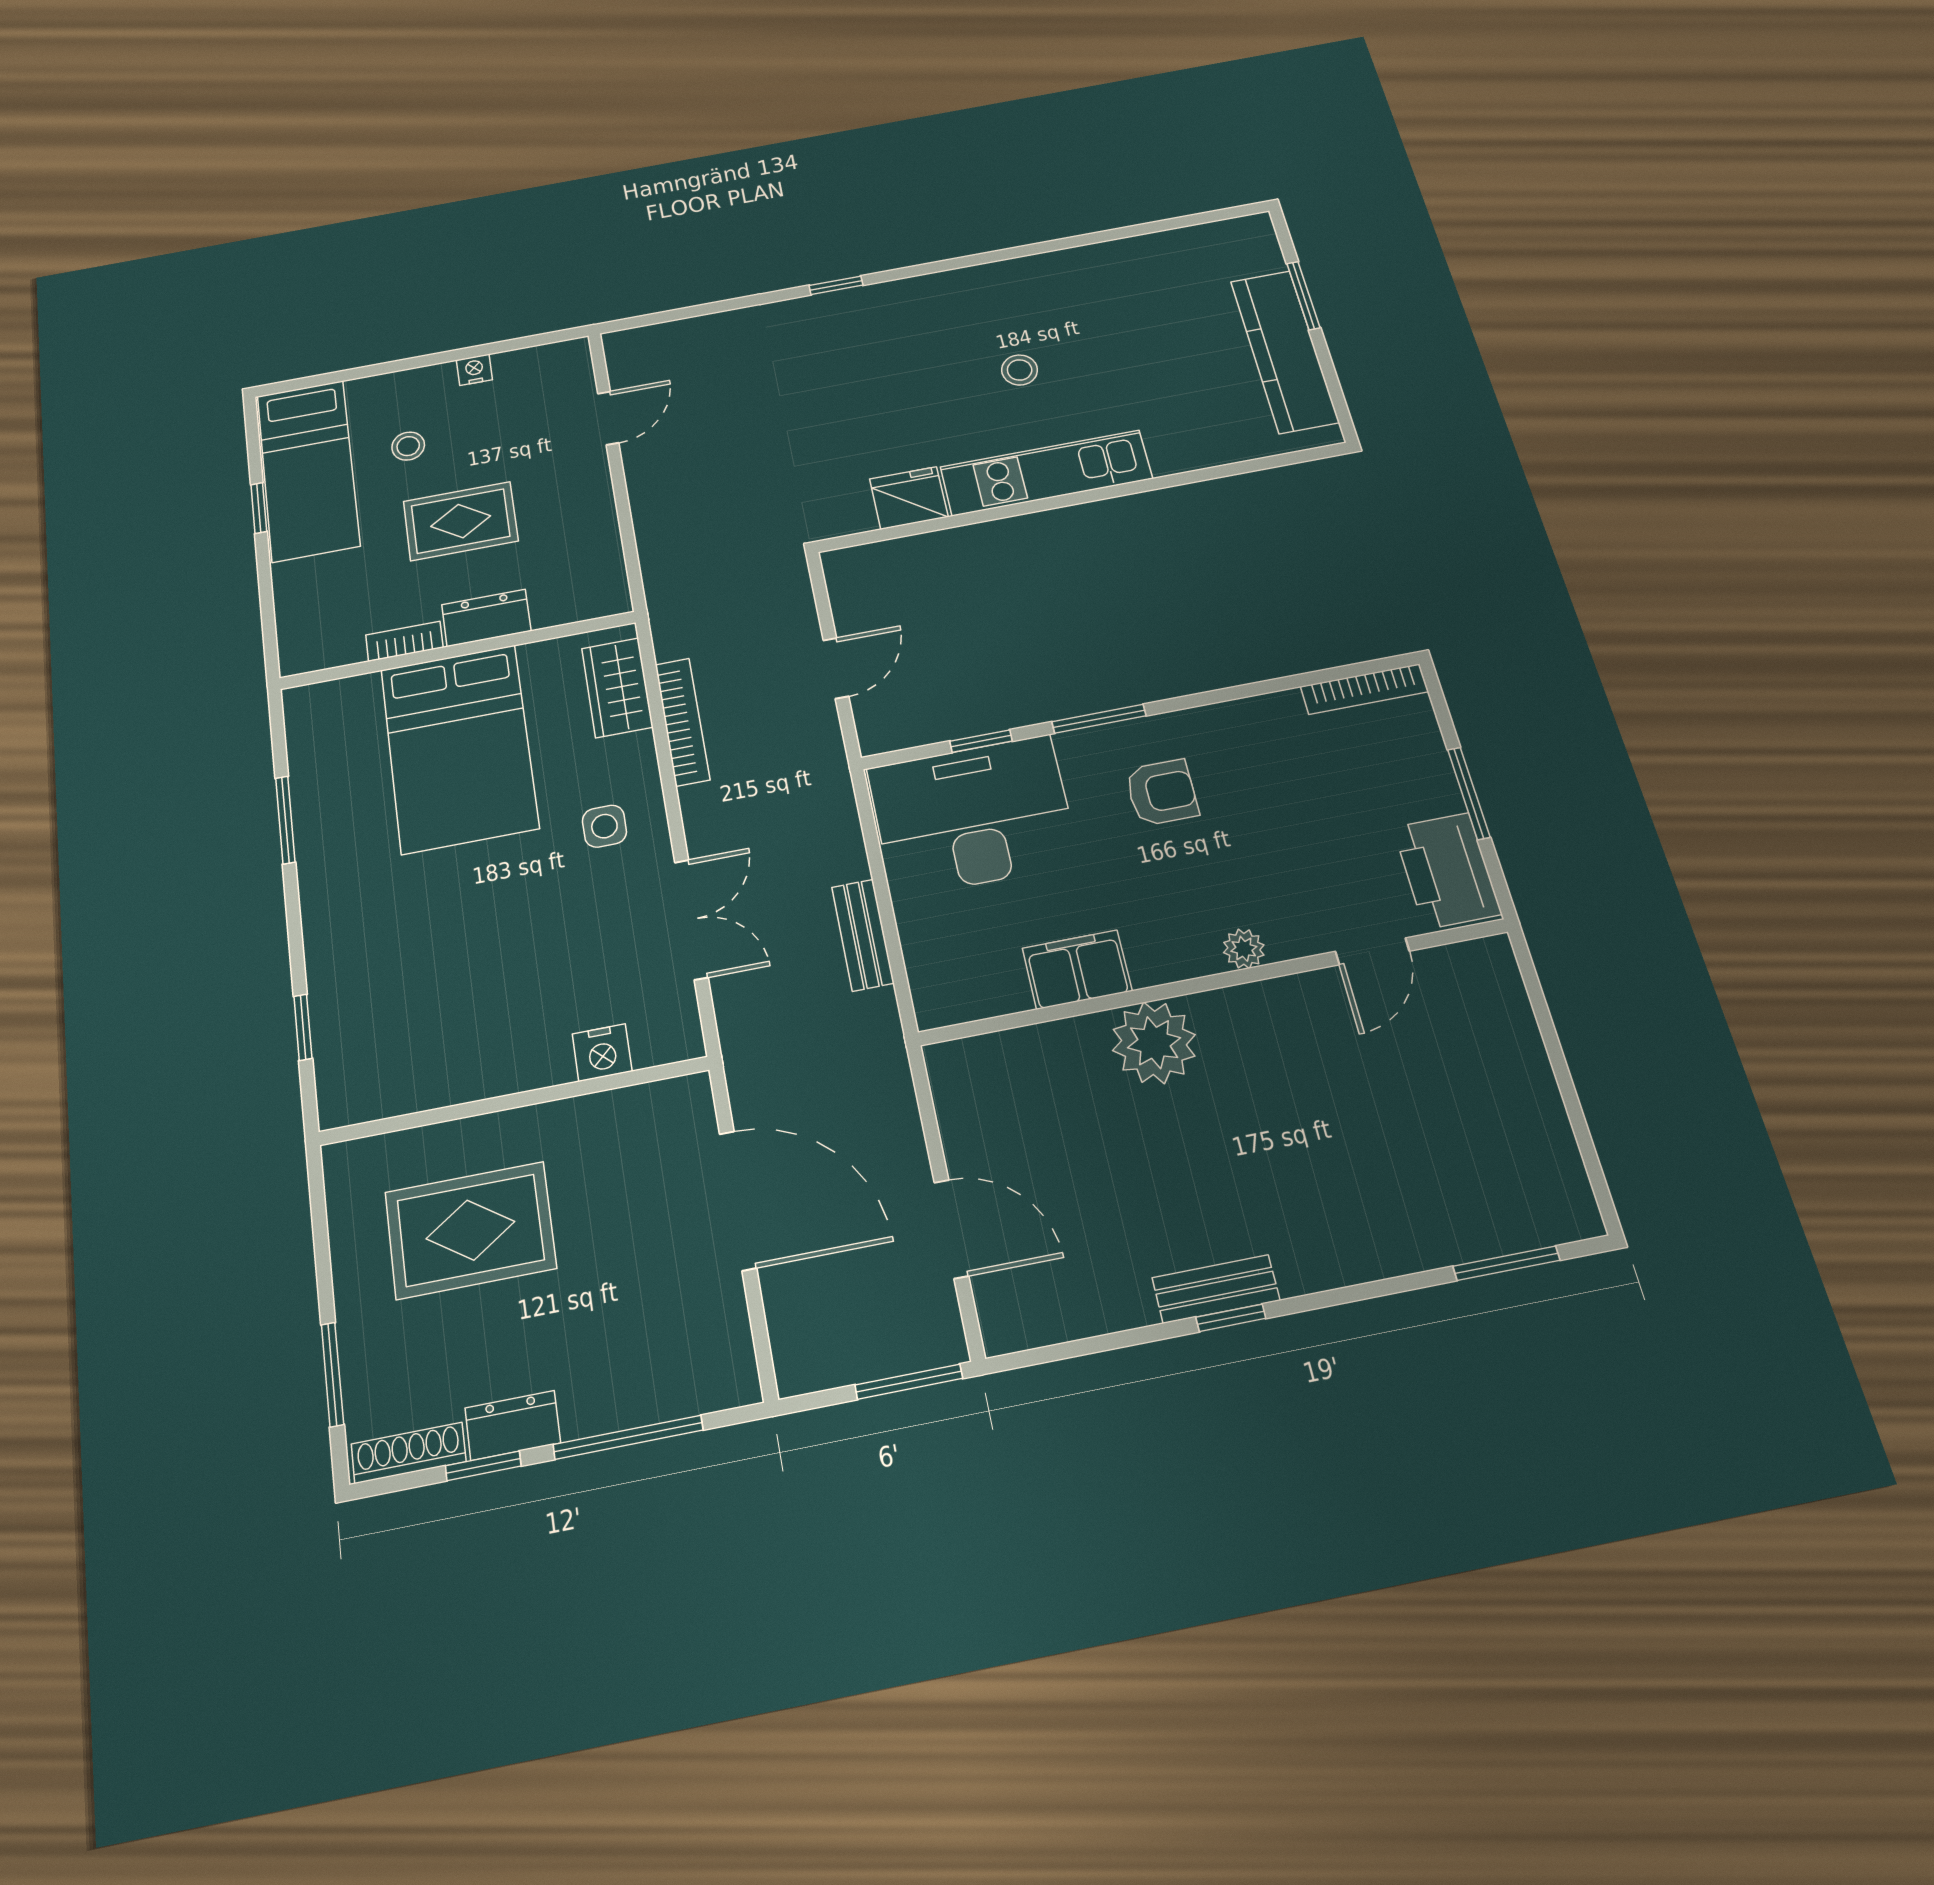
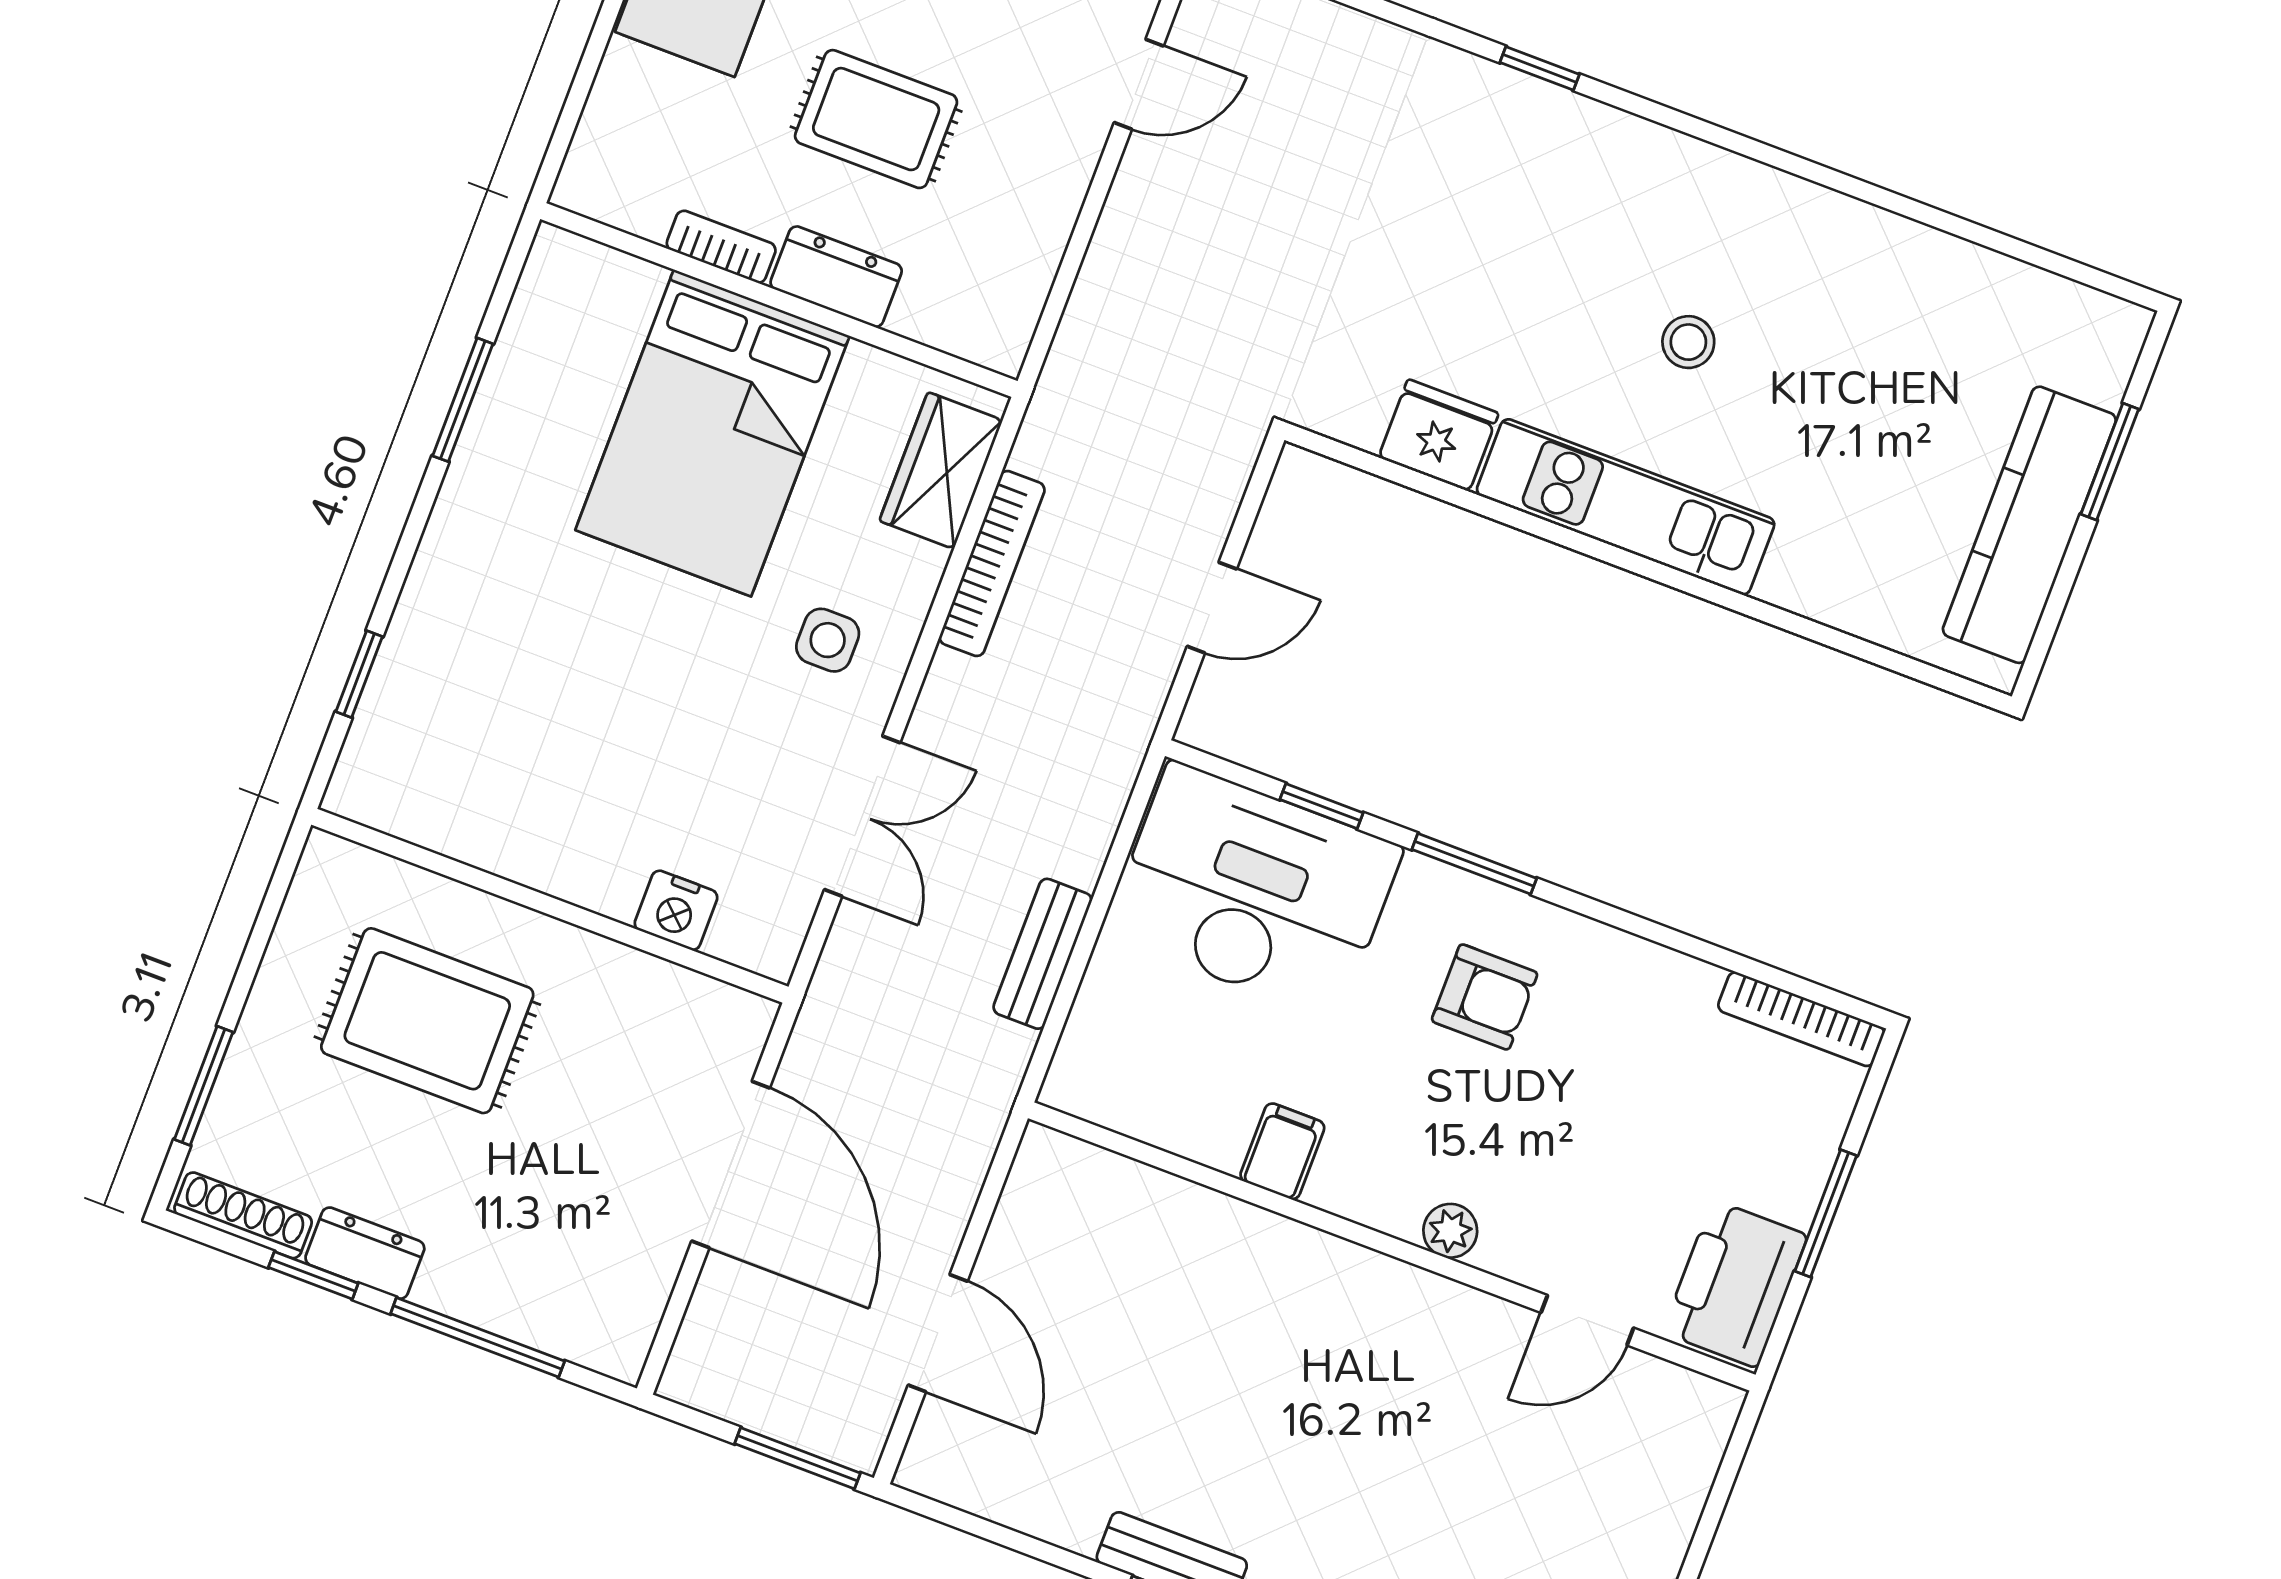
filing cabinet: (1077, 969) -> (1282, 1151), width x0.50
plant: (1154, 1043) -> (1282, 1272), removed

